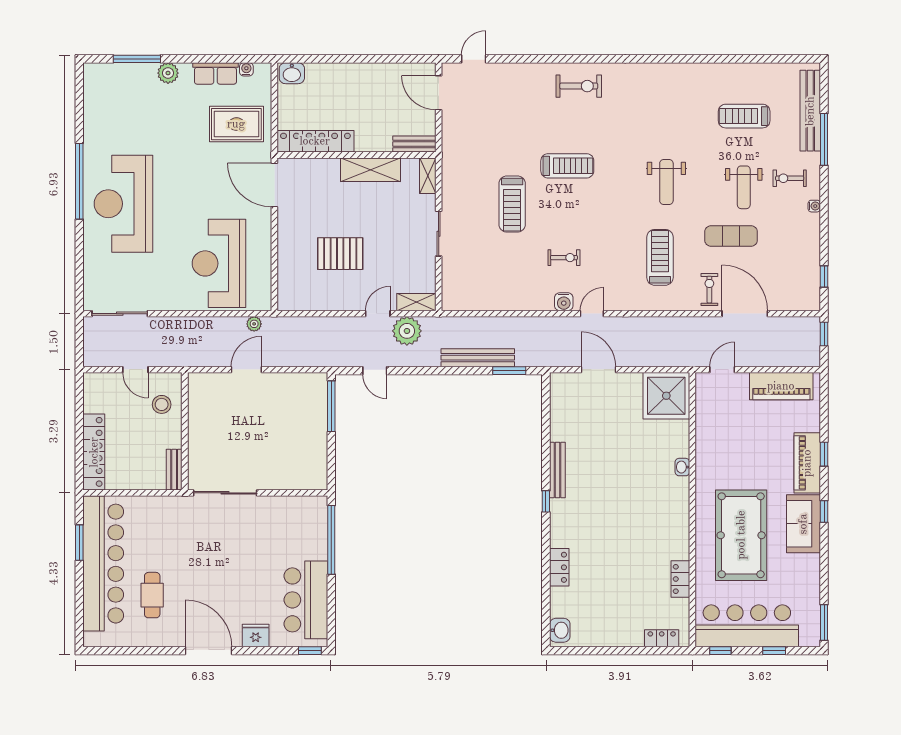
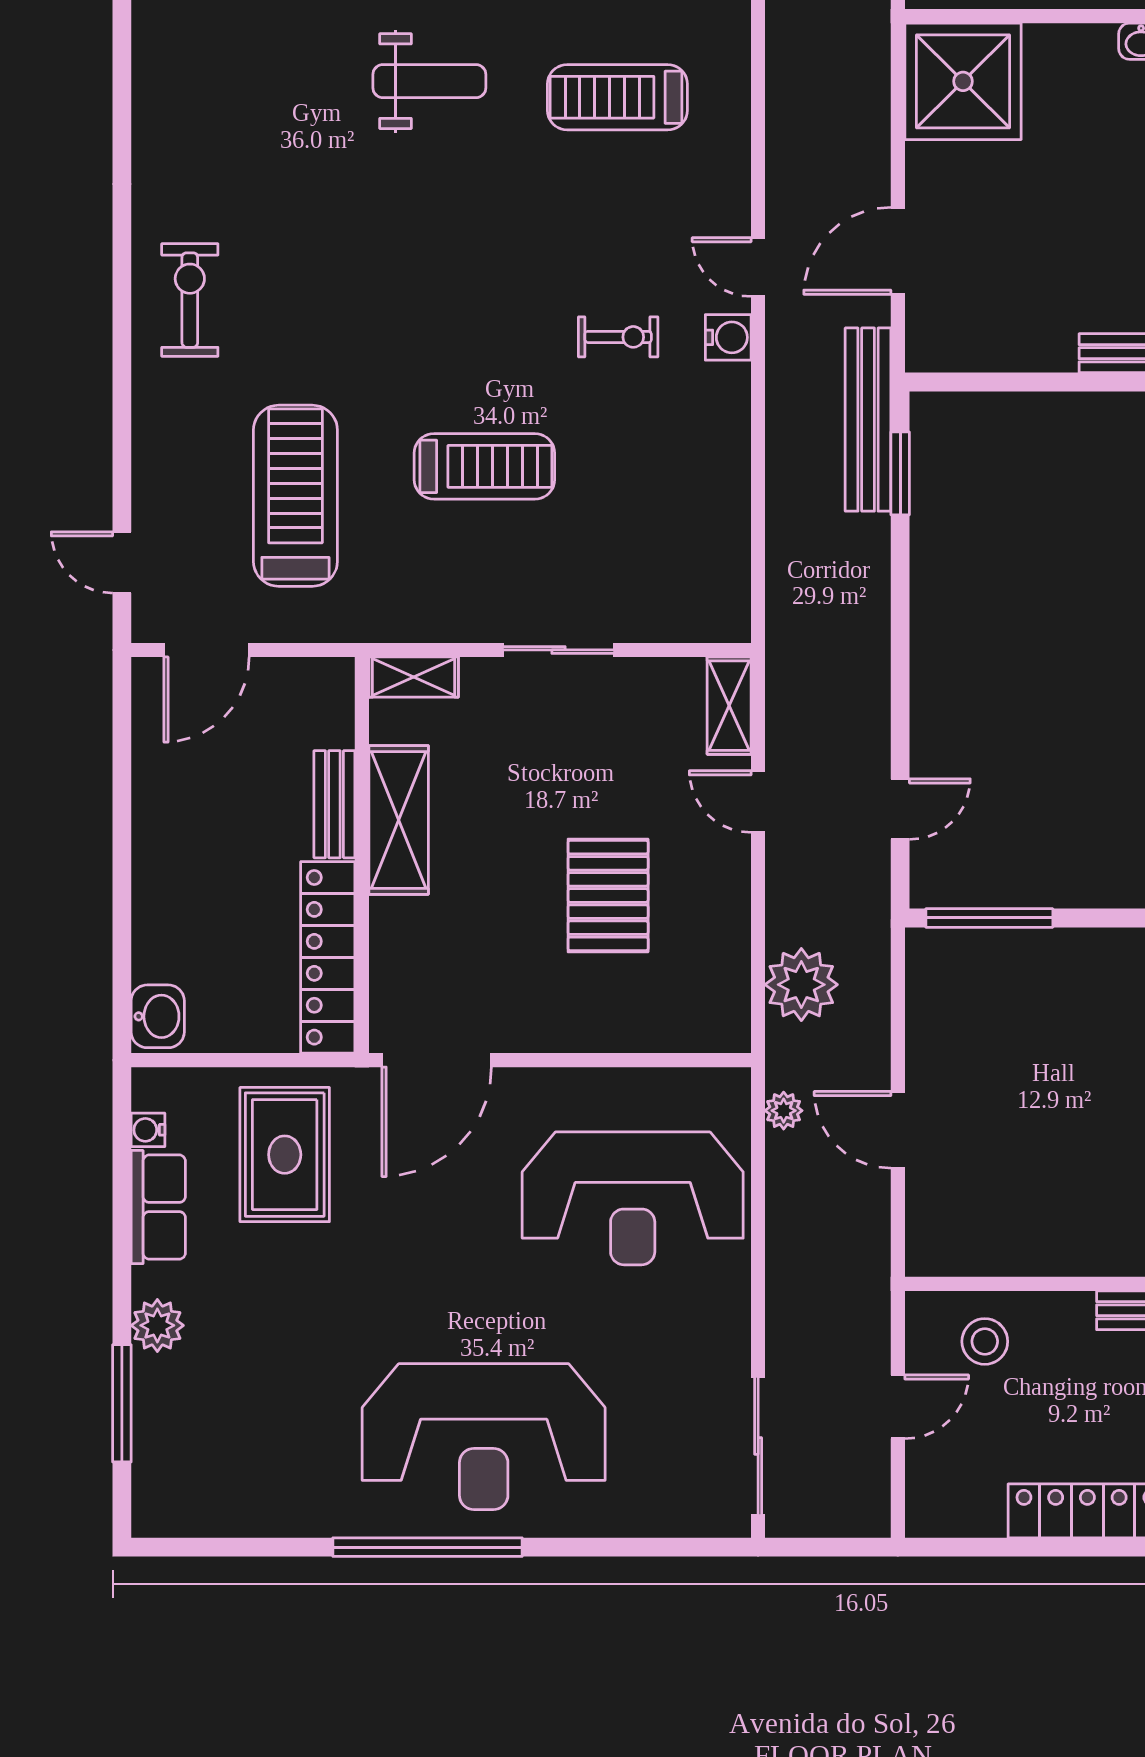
bench: (414, 144) -> (334, 804), moved
treadmill: (567, 166) -> (295, 496), moved, width x1.37, depth x1.38
exercise bike: (564, 258) -> (618, 337), turned 90
plant: (407, 331) -> (801, 985), moved
bench: (478, 358) -> (868, 420), moved

